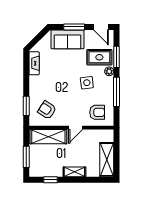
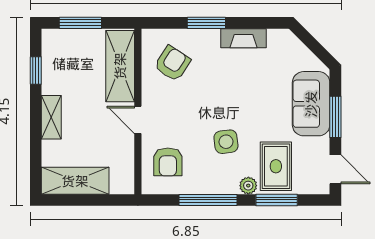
door: (101, 27) -> (335, 169), swing flipped
fireplace: (34, 63) -> (243, 38), moved
window: (26, 106) -> (206, 23), moved

